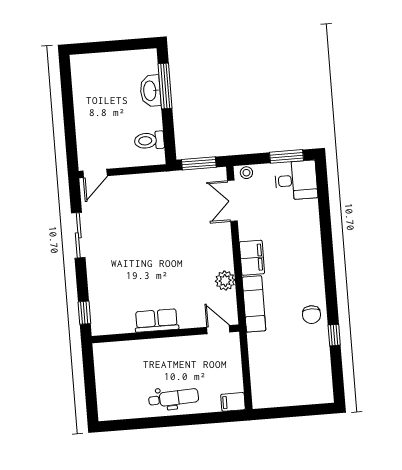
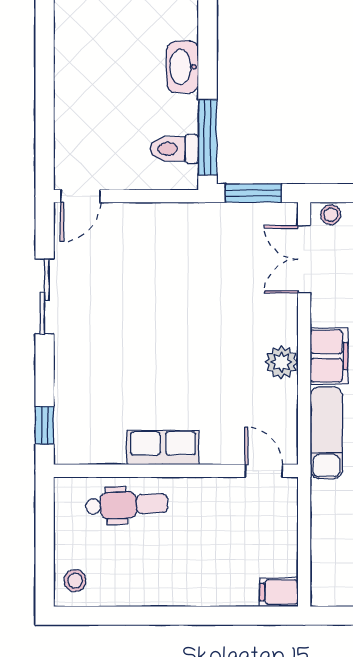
window: (165, 86) -> (207, 137), moved
plant: (225, 281) -> (282, 362), moved
dental chair: (174, 398) -> (127, 505), moved
stool: (110, 405) -> (75, 581), added

